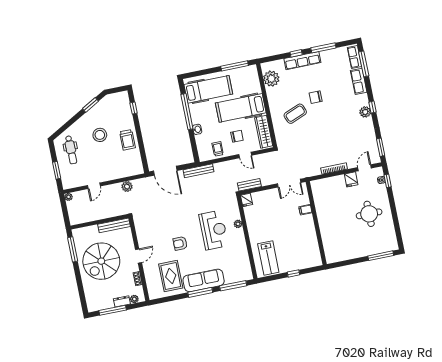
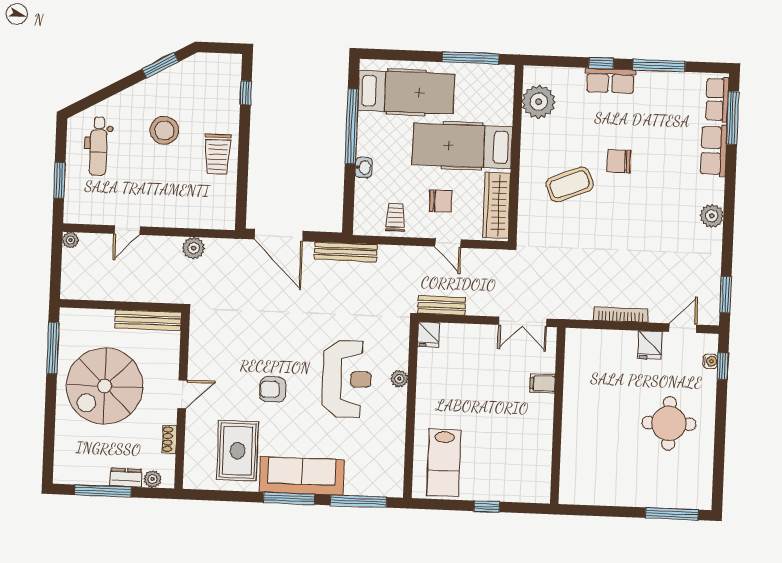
row of seats: (302, 61) -> (610, 81), width x0.68
window: (373, 107) -> (729, 210), removed

